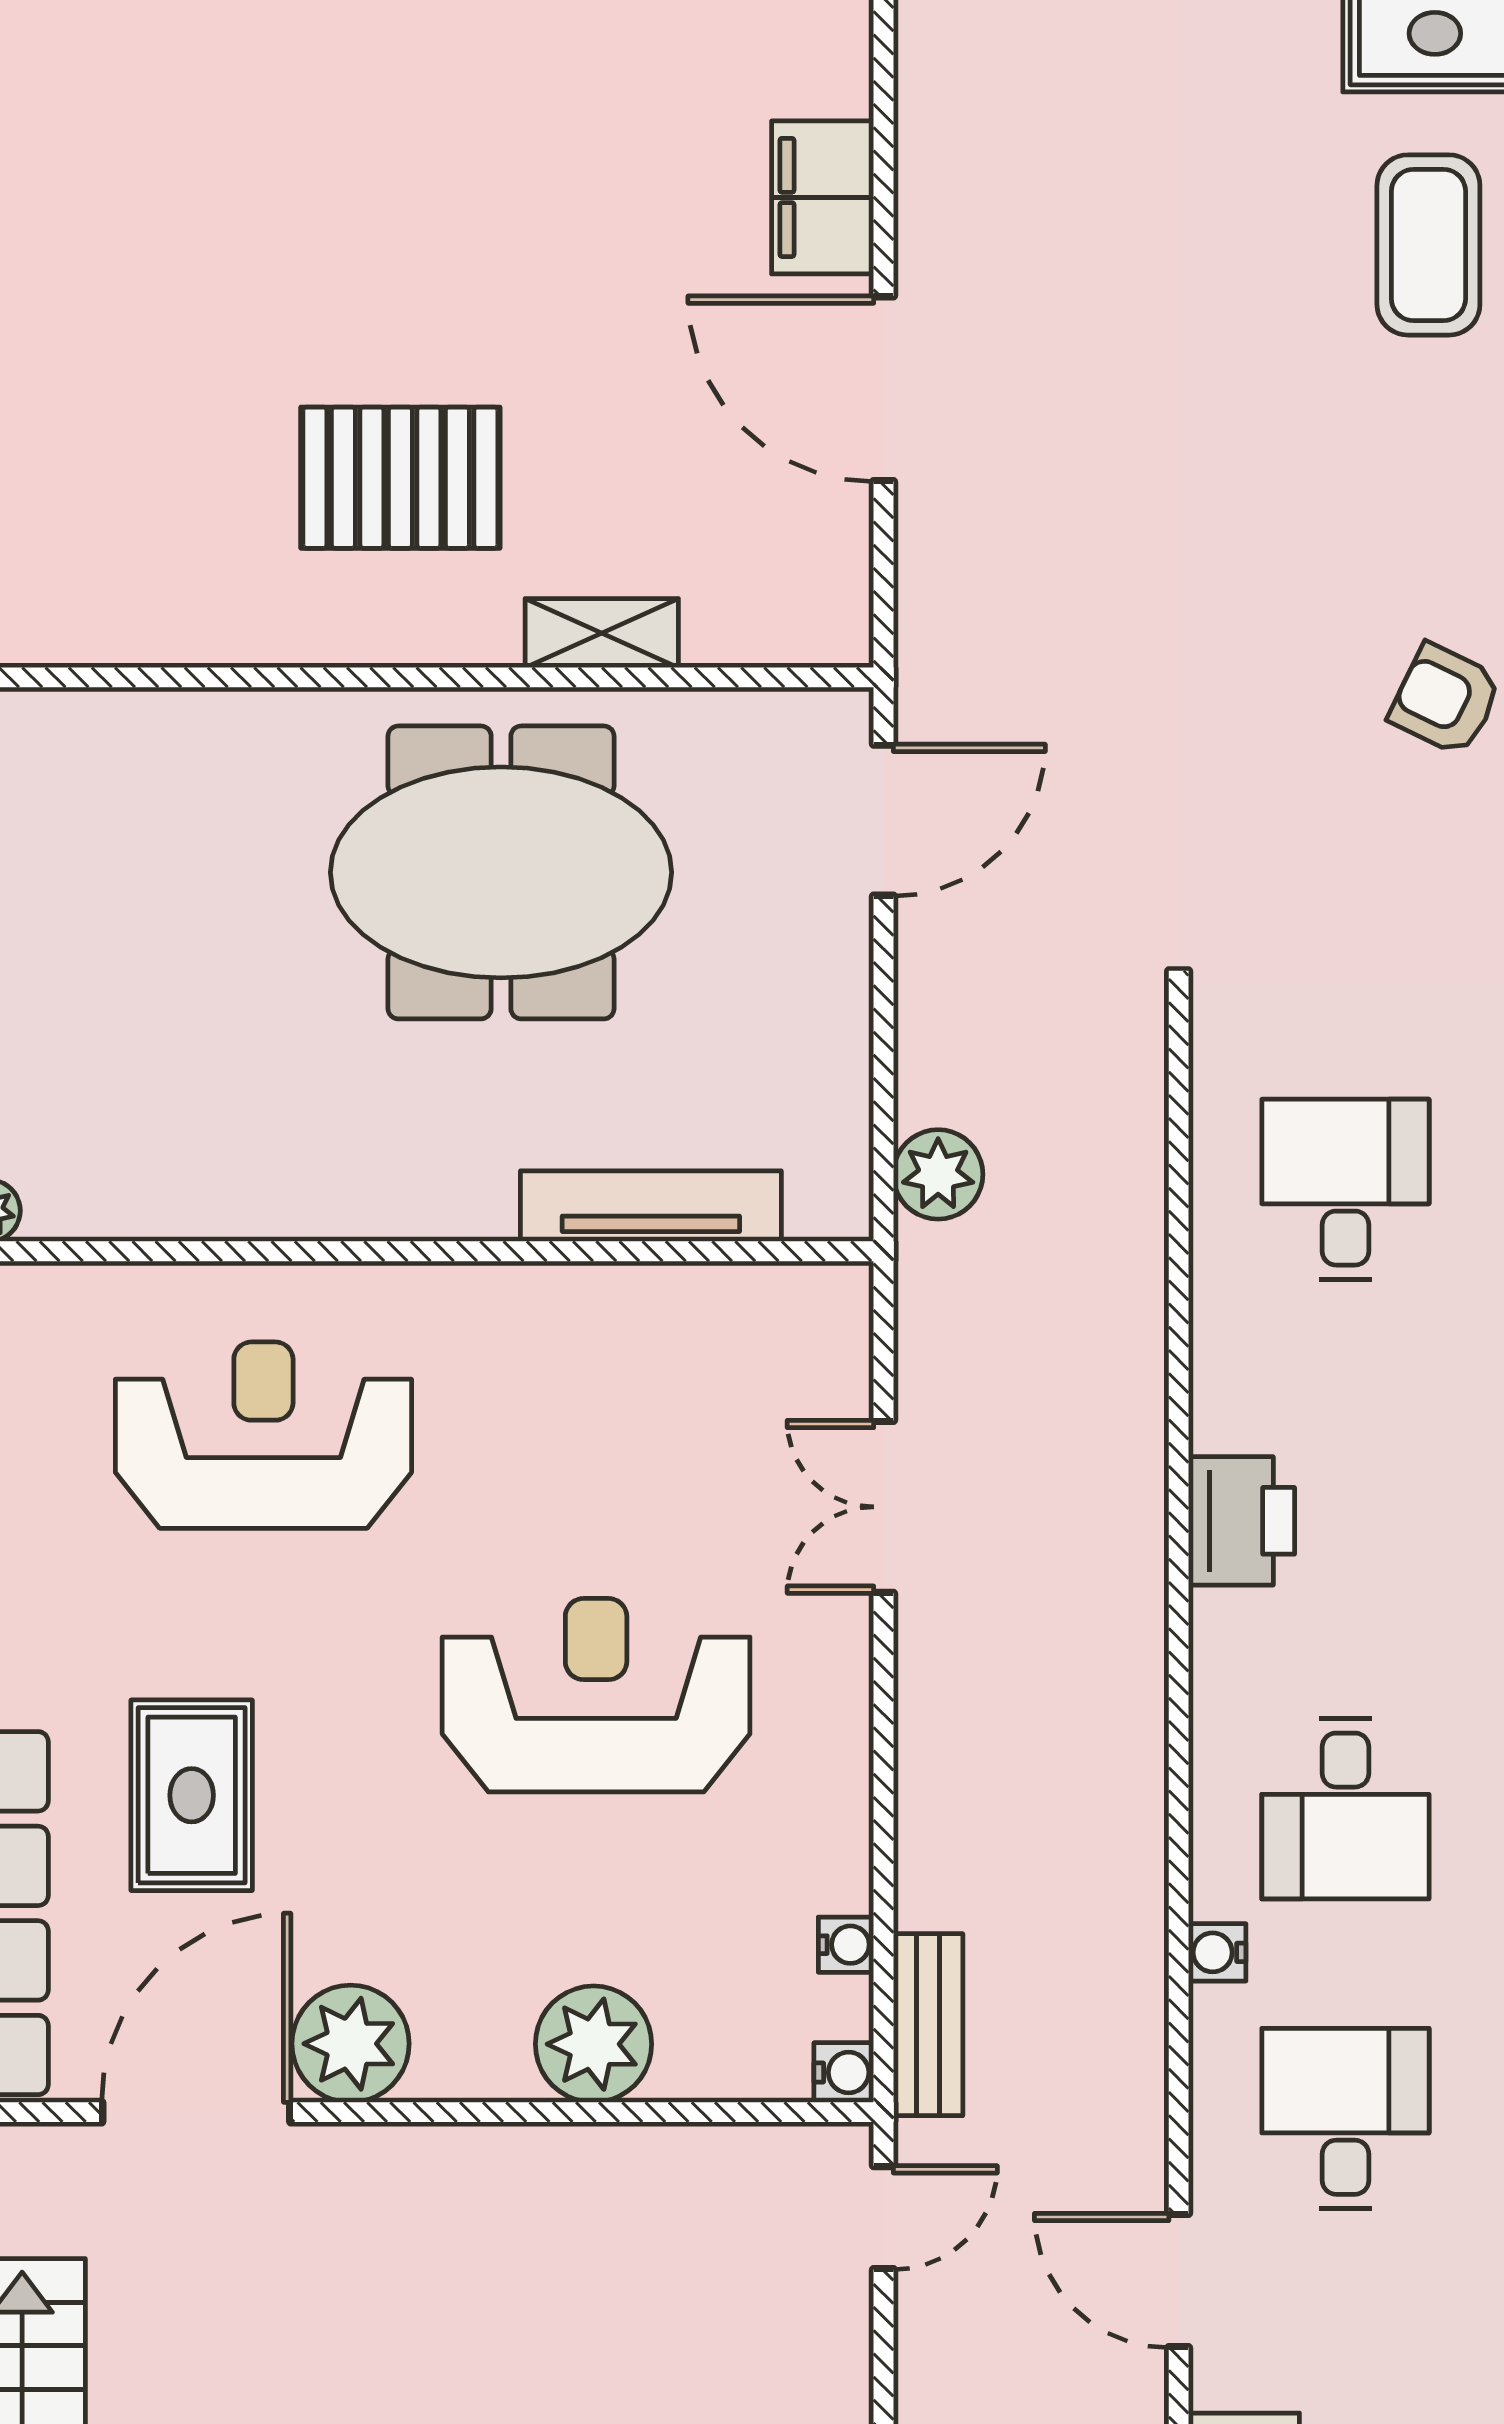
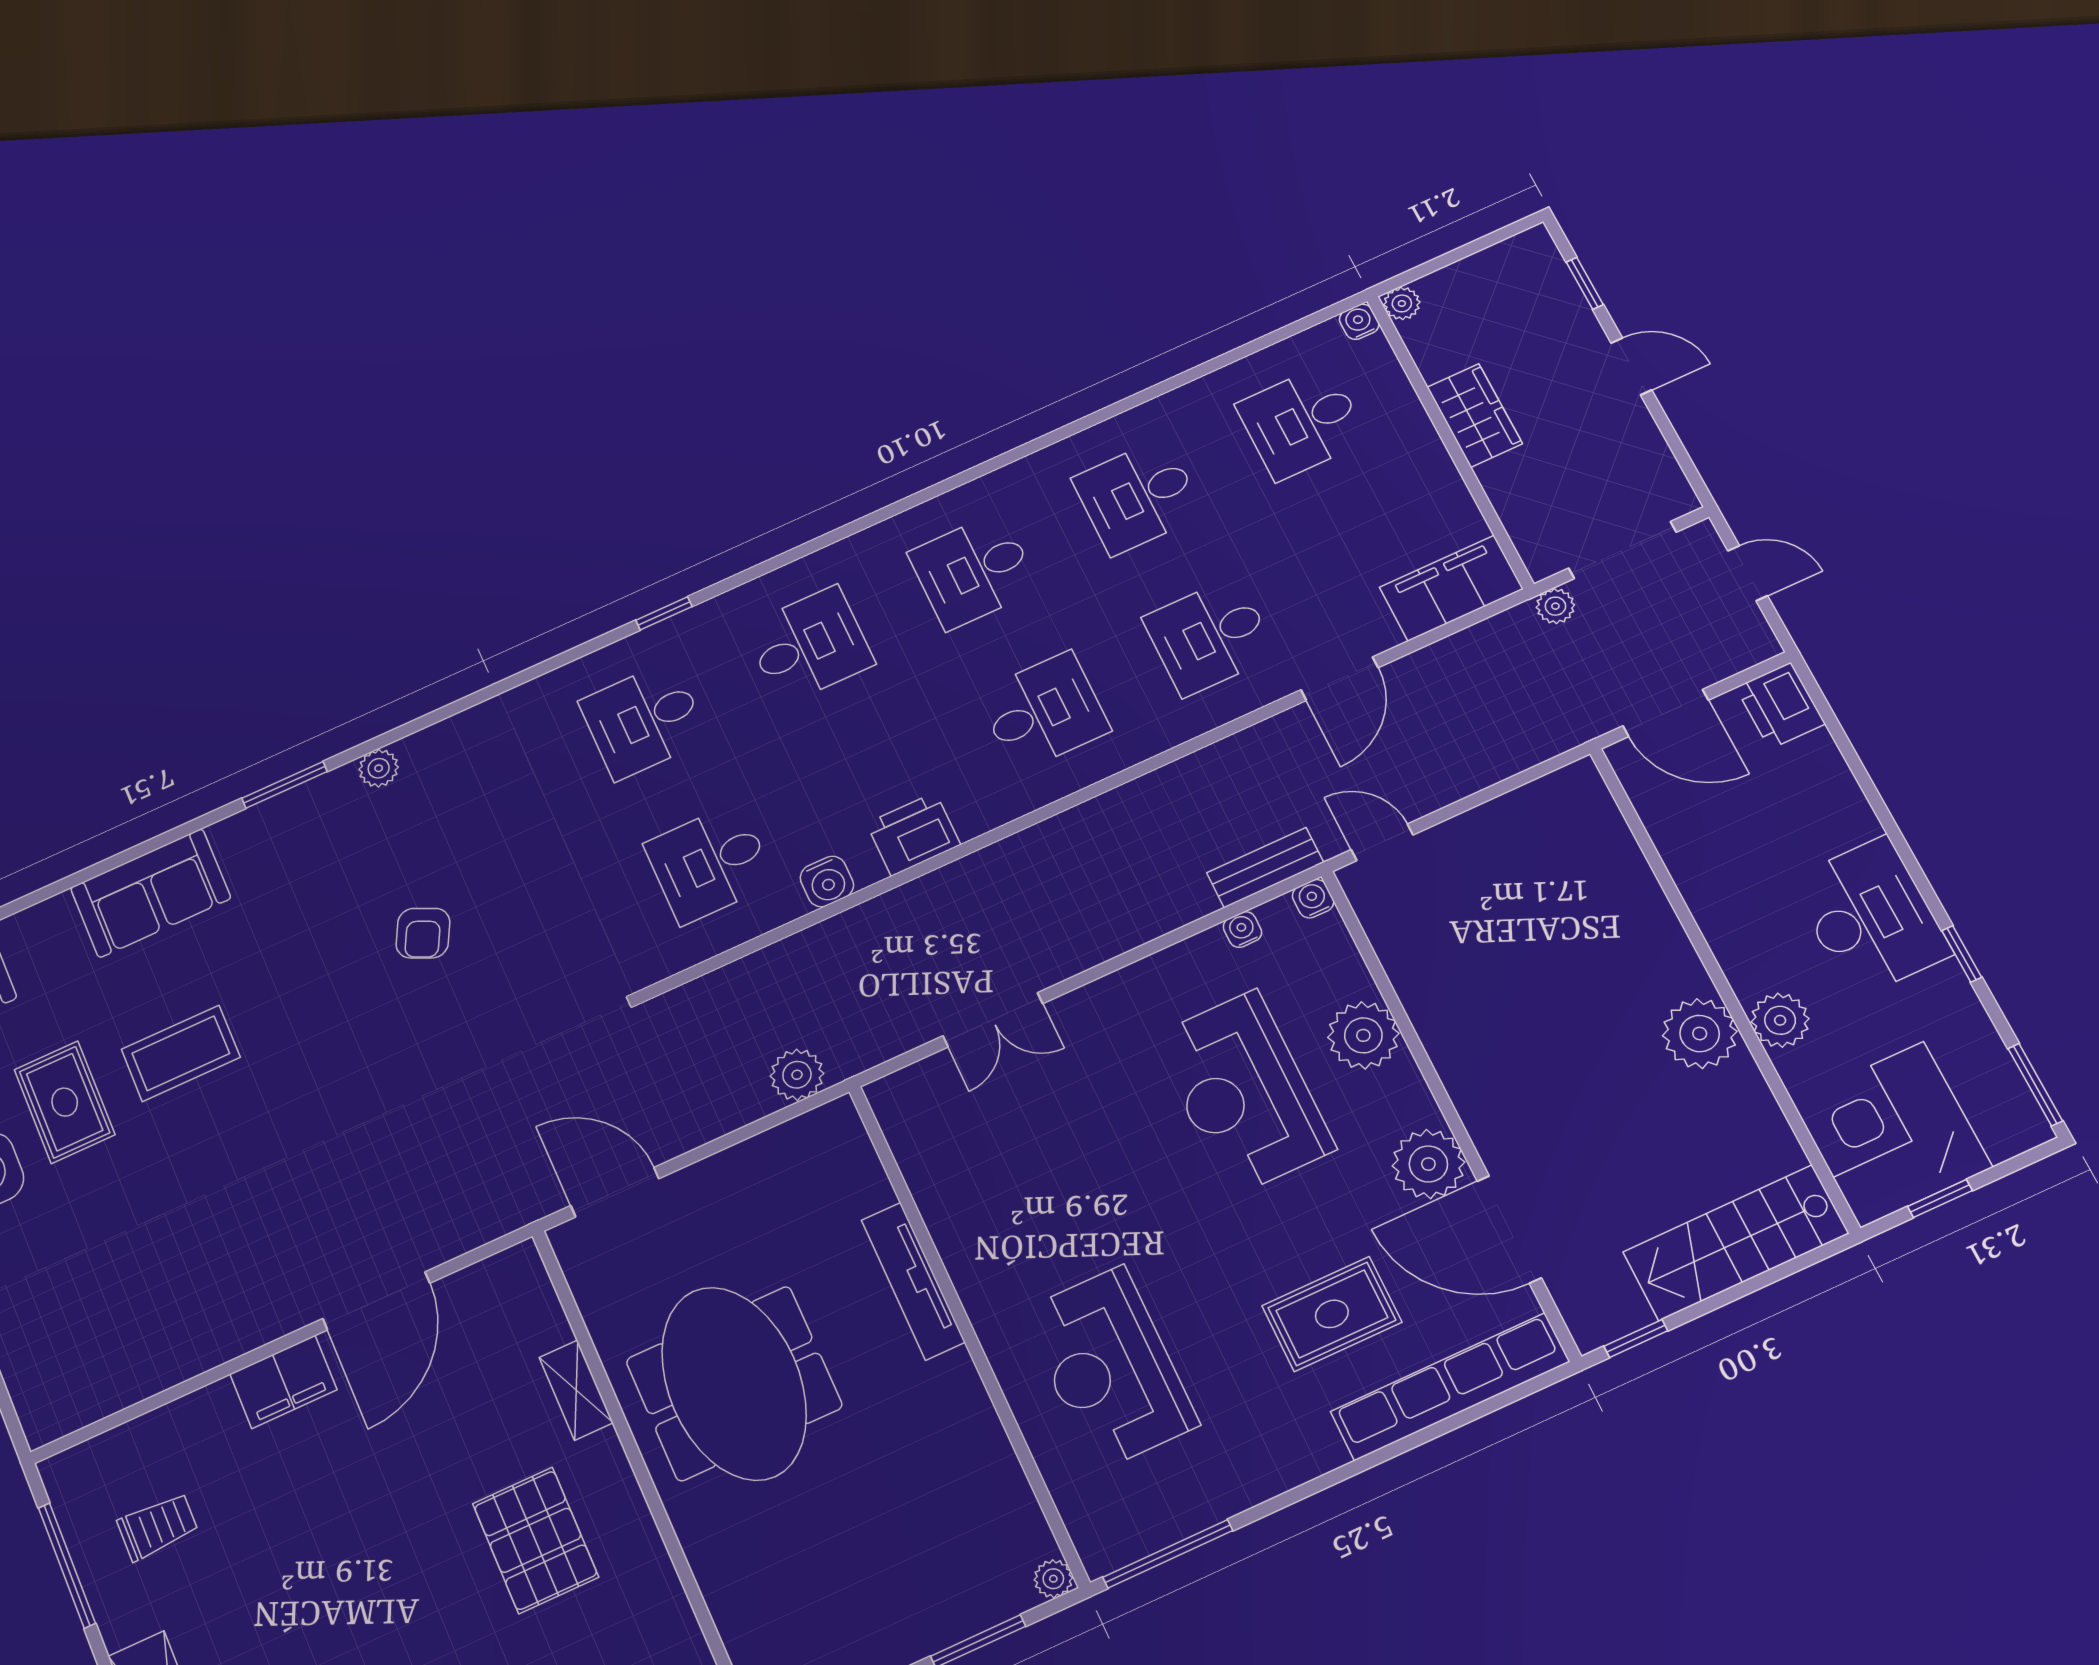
tv unit: (651, 1206) -> (913, 1281), moved
reception desk: (596, 1695) -> (1243, 1093), moved
water cooler: (1217, 1952) -> (827, 881), moved, width x1.38, depth x1.38

